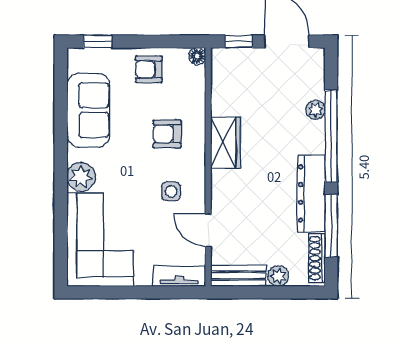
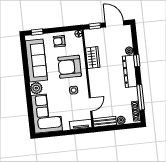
sofa: (88, 110) -> (36, 60), width x1.36
armchair: (167, 134) -> (70, 67), width x1.88, depth x1.88
window: (331, 136) -> (137, 61), width x0.32
wardrobe: (225, 143) -> (93, 58), moved
dresser: (311, 194) -> (130, 71), moved
door: (208, 230) -> (90, 104), swing flipped

